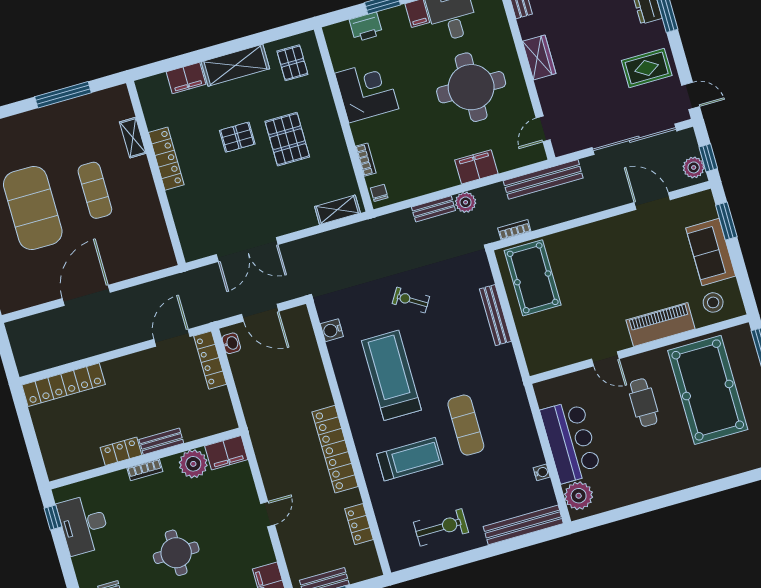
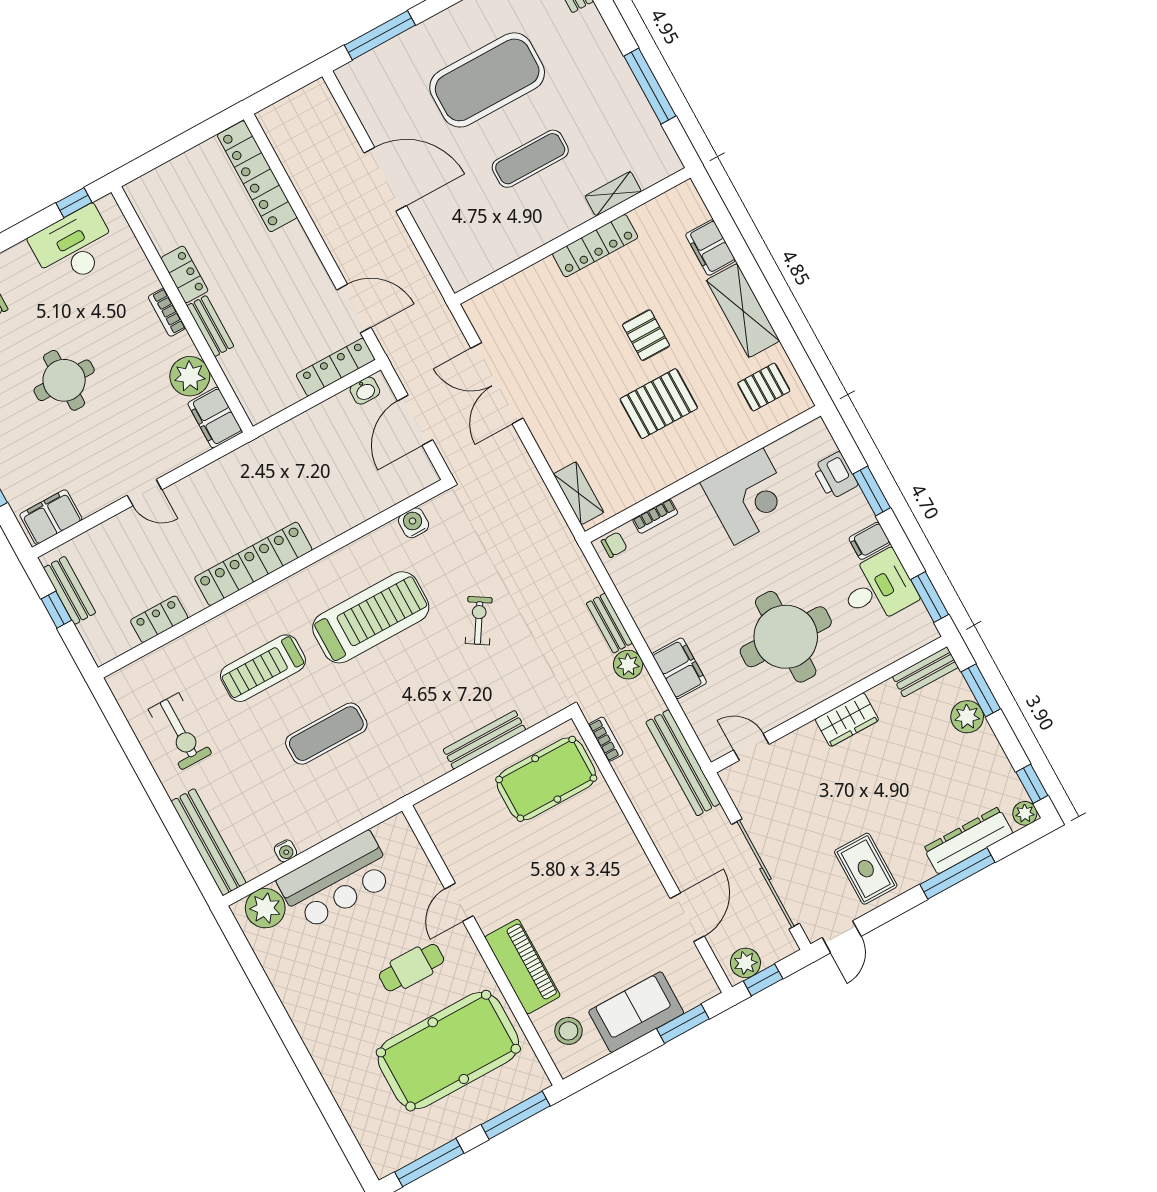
treadmill: (410, 459) -> (263, 668), turned 90

